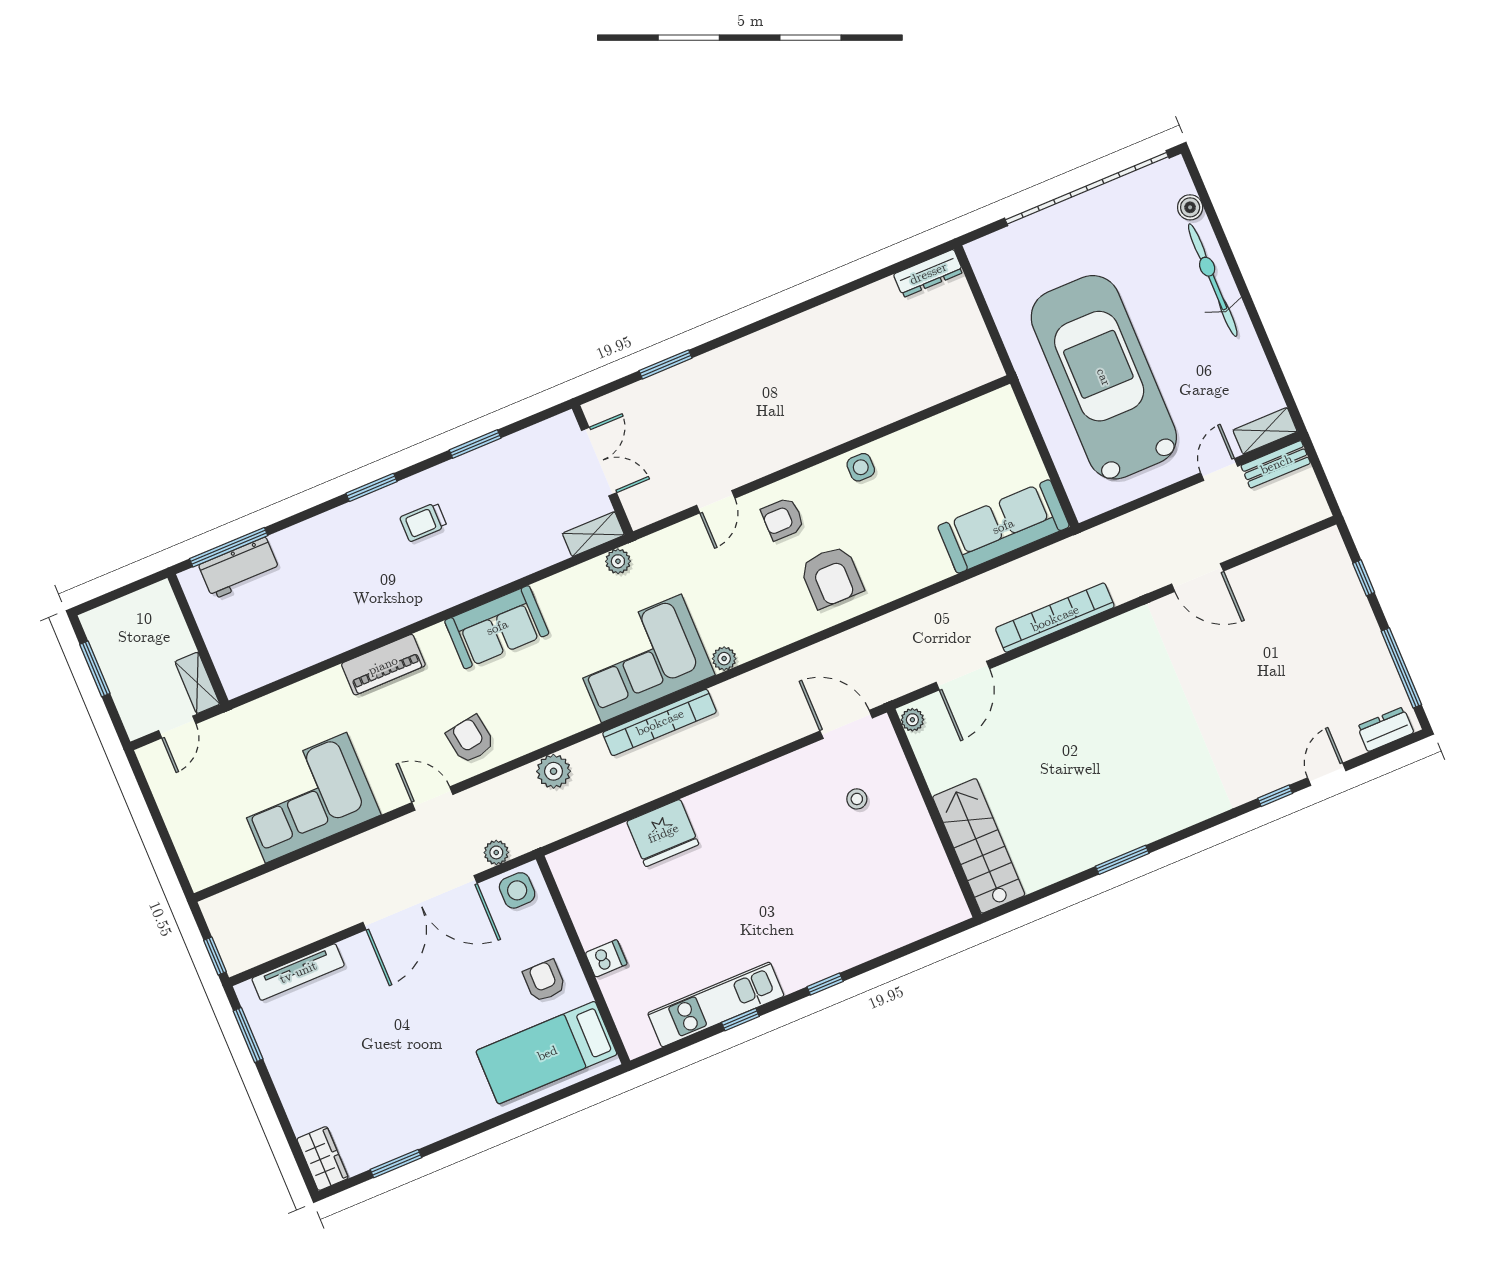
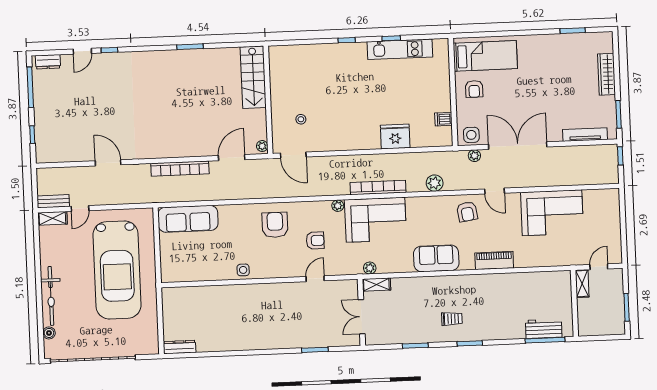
armchair: (783, 519) -> (315, 240), moved
dishwasher: (606, 958) -> (443, 119), moved
wardrobe: (323, 1159) -> (607, 74), moved, width x1.50

